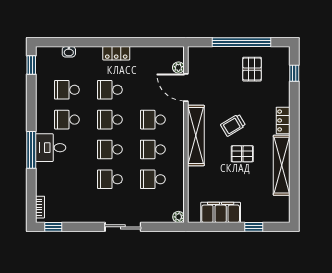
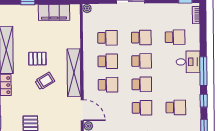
window: (31, 98) -> (204, 101), added
school desk: (67, 120) -> (175, 37), moved
window: (31, 150) -> (203, 71), moved

